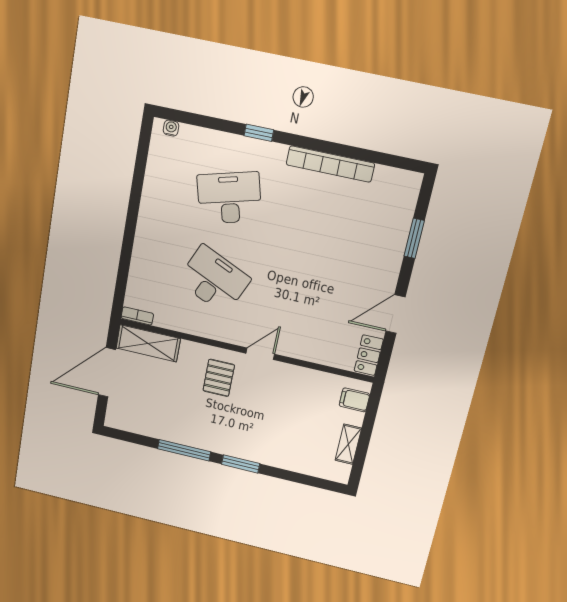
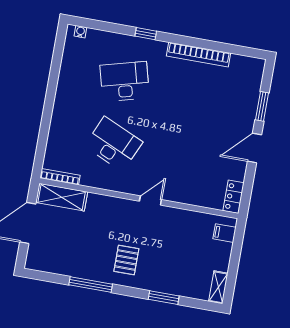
door: (395, 314) -> (255, 148), moved
bookcase: (137, 316) -> (60, 177), width x1.56
pallet: (219, 378) -> (126, 260), moved
shelving: (348, 444) -> (218, 287), moved
window: (241, 464) -> (164, 298), moved

